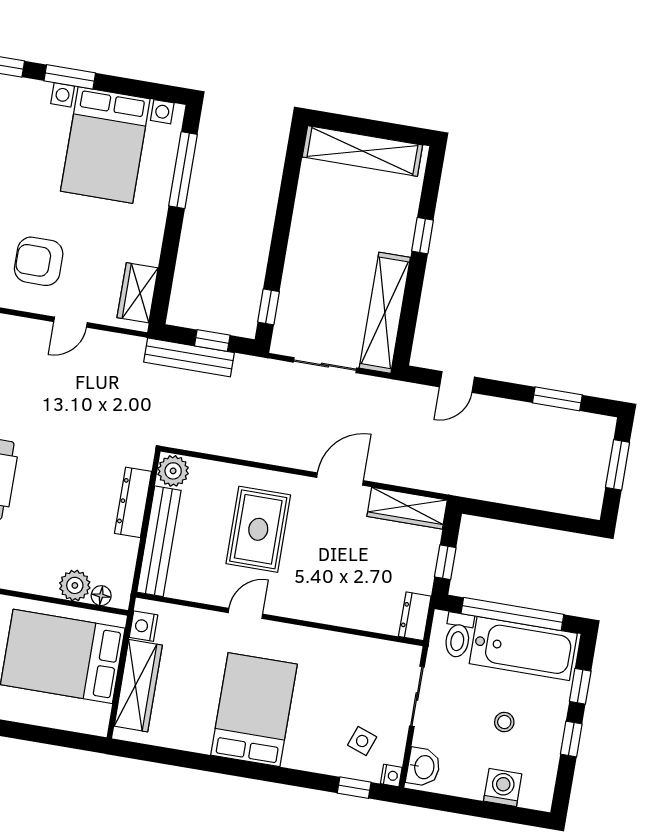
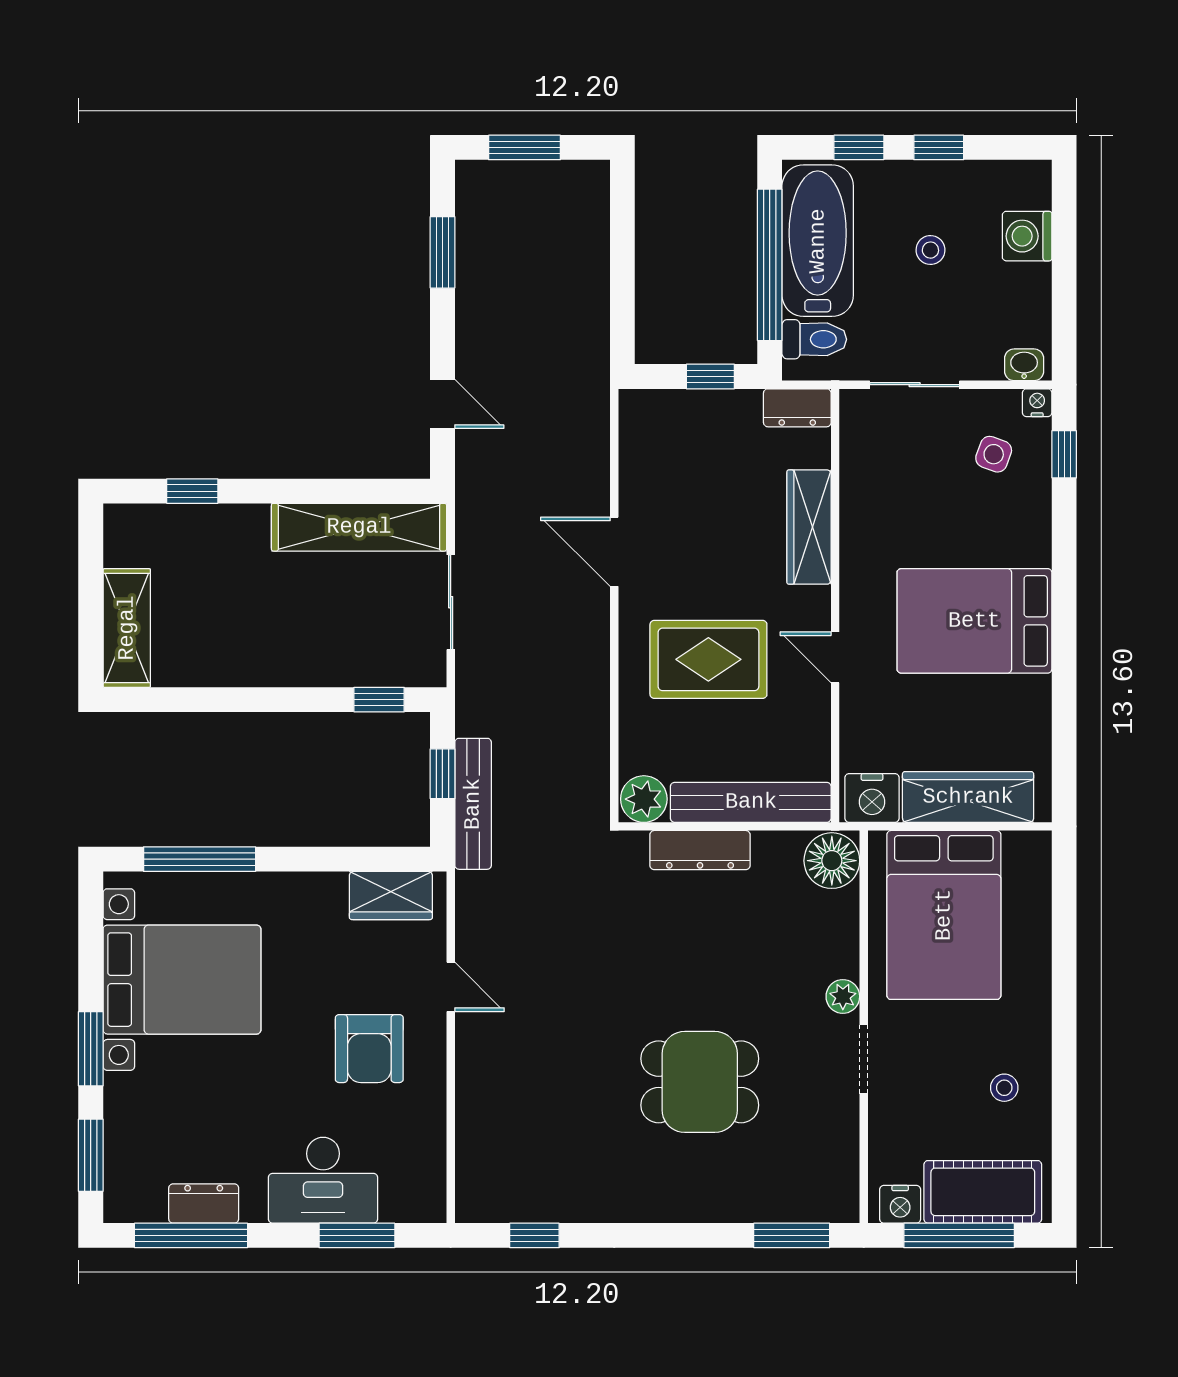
shelving: (362, 151) -> (127, 628), width x0.68
window: (423, 236) -> (192, 491), moved
wardrobe: (407, 508) -> (809, 527), moved, turned 180
plant: (75, 585) -> (843, 996), moved, width x0.73, depth x0.73
floor lamp: (101, 596) -> (832, 861), width x1.89, depth x1.89
nightstand: (143, 626) -> (872, 798), width x1.36, depth x1.33
washbasin: (423, 767) -> (1024, 365), width x0.72, depth x0.69

